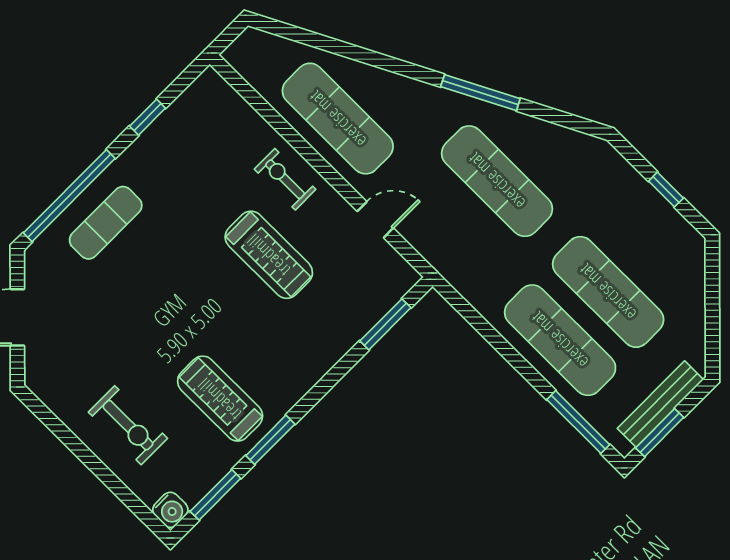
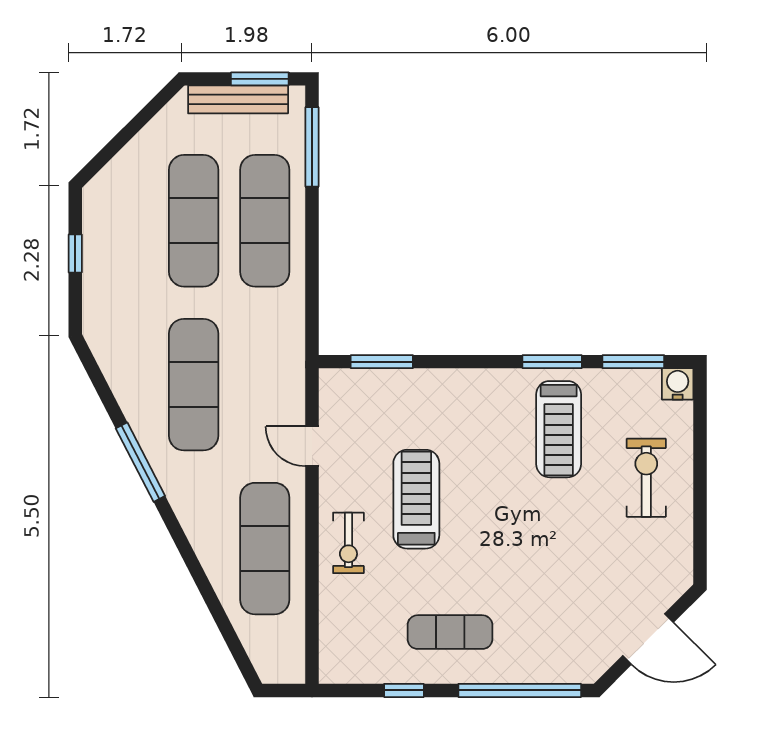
exercise mat: (106, 223) -> (450, 632), moved

